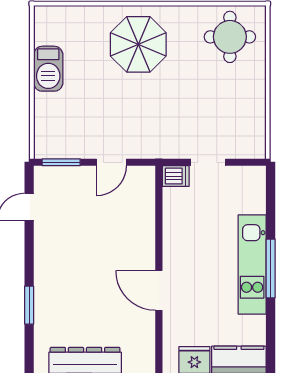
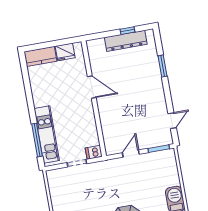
kitchen unit: (252, 264) -> (47, 135), moved
window: (271, 268) -> (37, 140), moved

